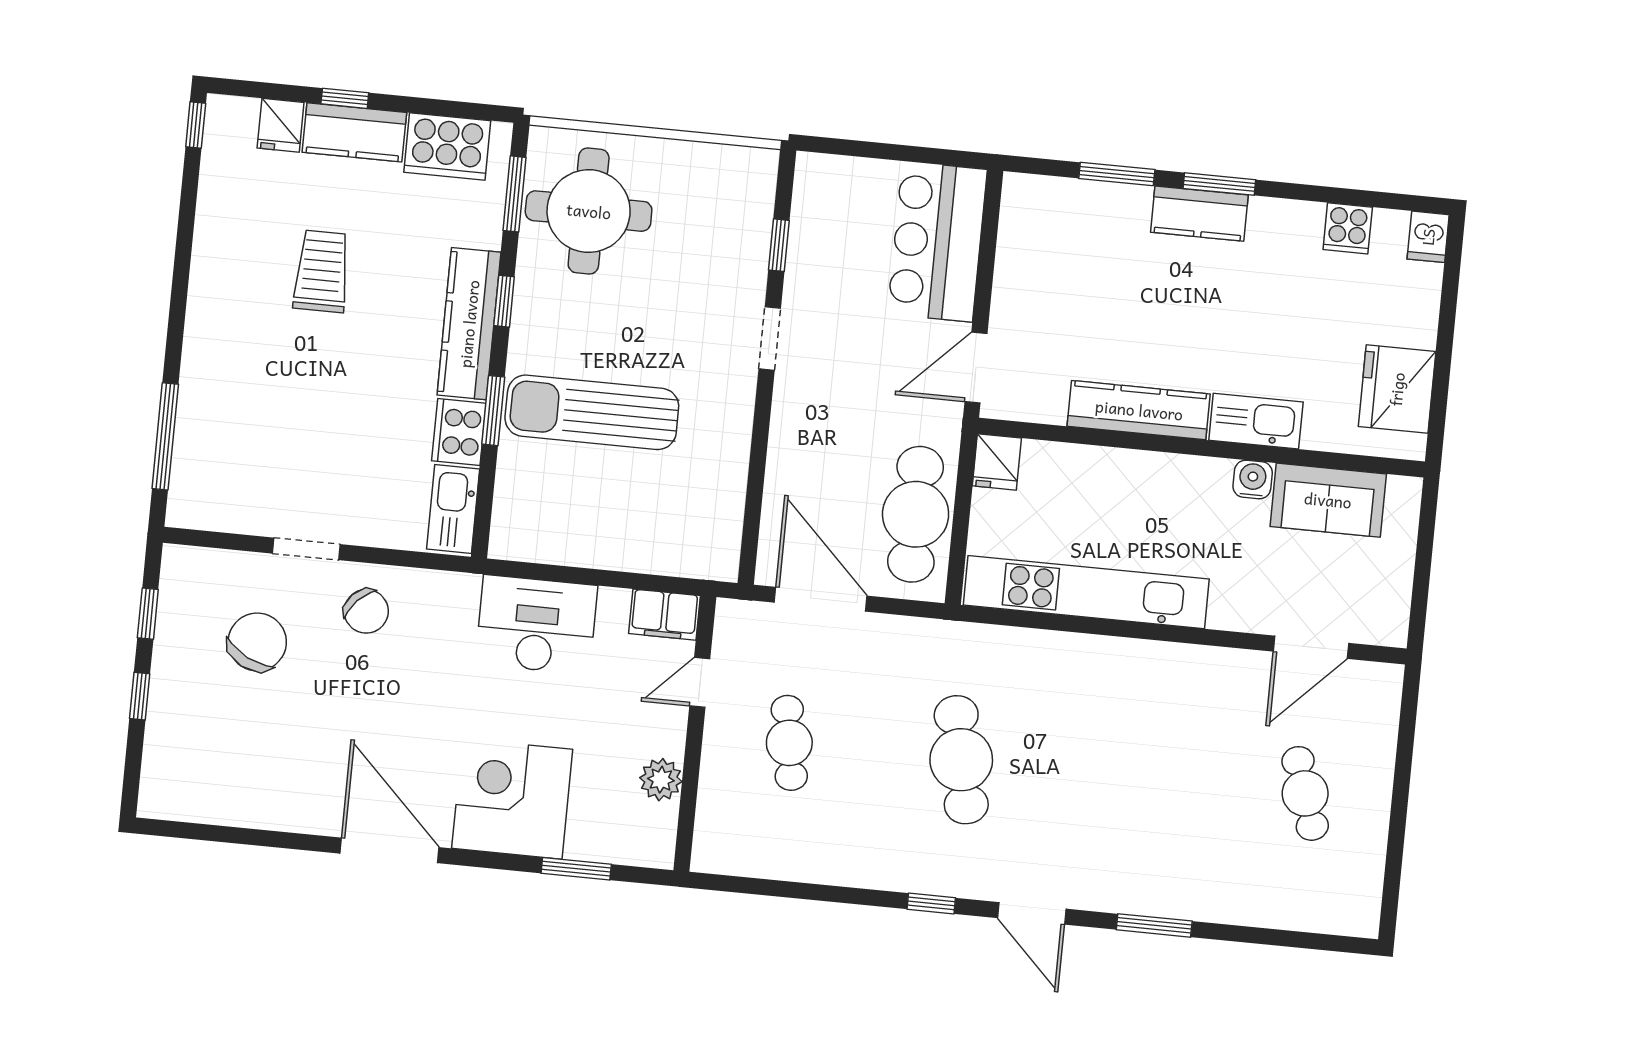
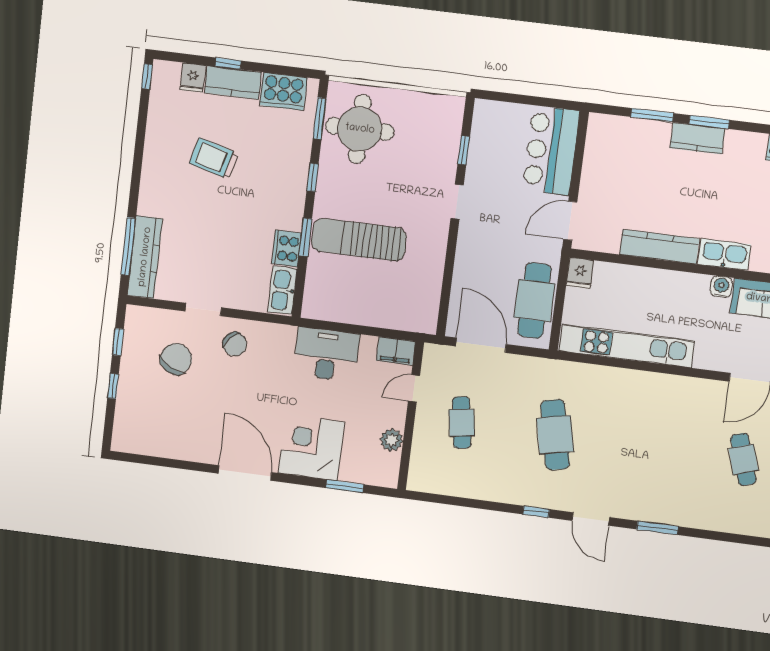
trolley: (322, 271) -> (214, 159), turned -75
kitchen counter: (469, 324) -> (145, 257), moved, turned 180

